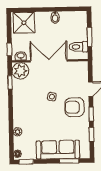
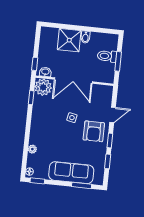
shower: (24, 23) -> (69, 40), moved
toilet: (78, 47) -> (107, 56), moved
double door: (49, 61) -> (73, 81), swing flipped
armchair: (75, 107) -> (94, 131), turned -90

